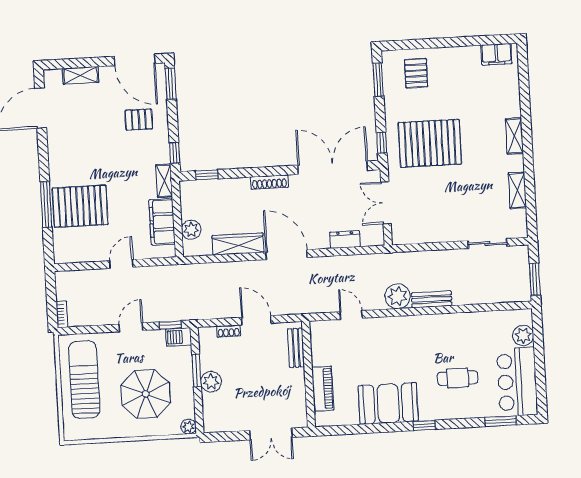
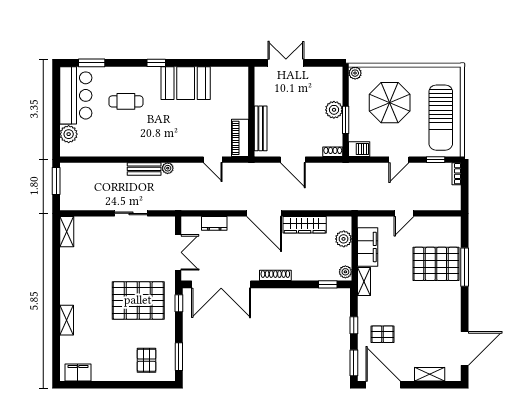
shelving: (514, 136) -> (67, 320), moved
window: (175, 153) -> (354, 325), moved
shelving: (517, 190) -> (67, 232), moved
plant: (187, 191) -> (345, 272), added
sliding door: (488, 243) -> (131, 213), moved
plant: (398, 296) -> (168, 168), width x0.53, depth x0.53
window: (170, 325) -> (436, 160), moved
shoe rack: (229, 331) -> (333, 152), moved
bench: (296, 348) -> (261, 128), width x1.36
piano: (323, 389) -> (240, 138), moved

